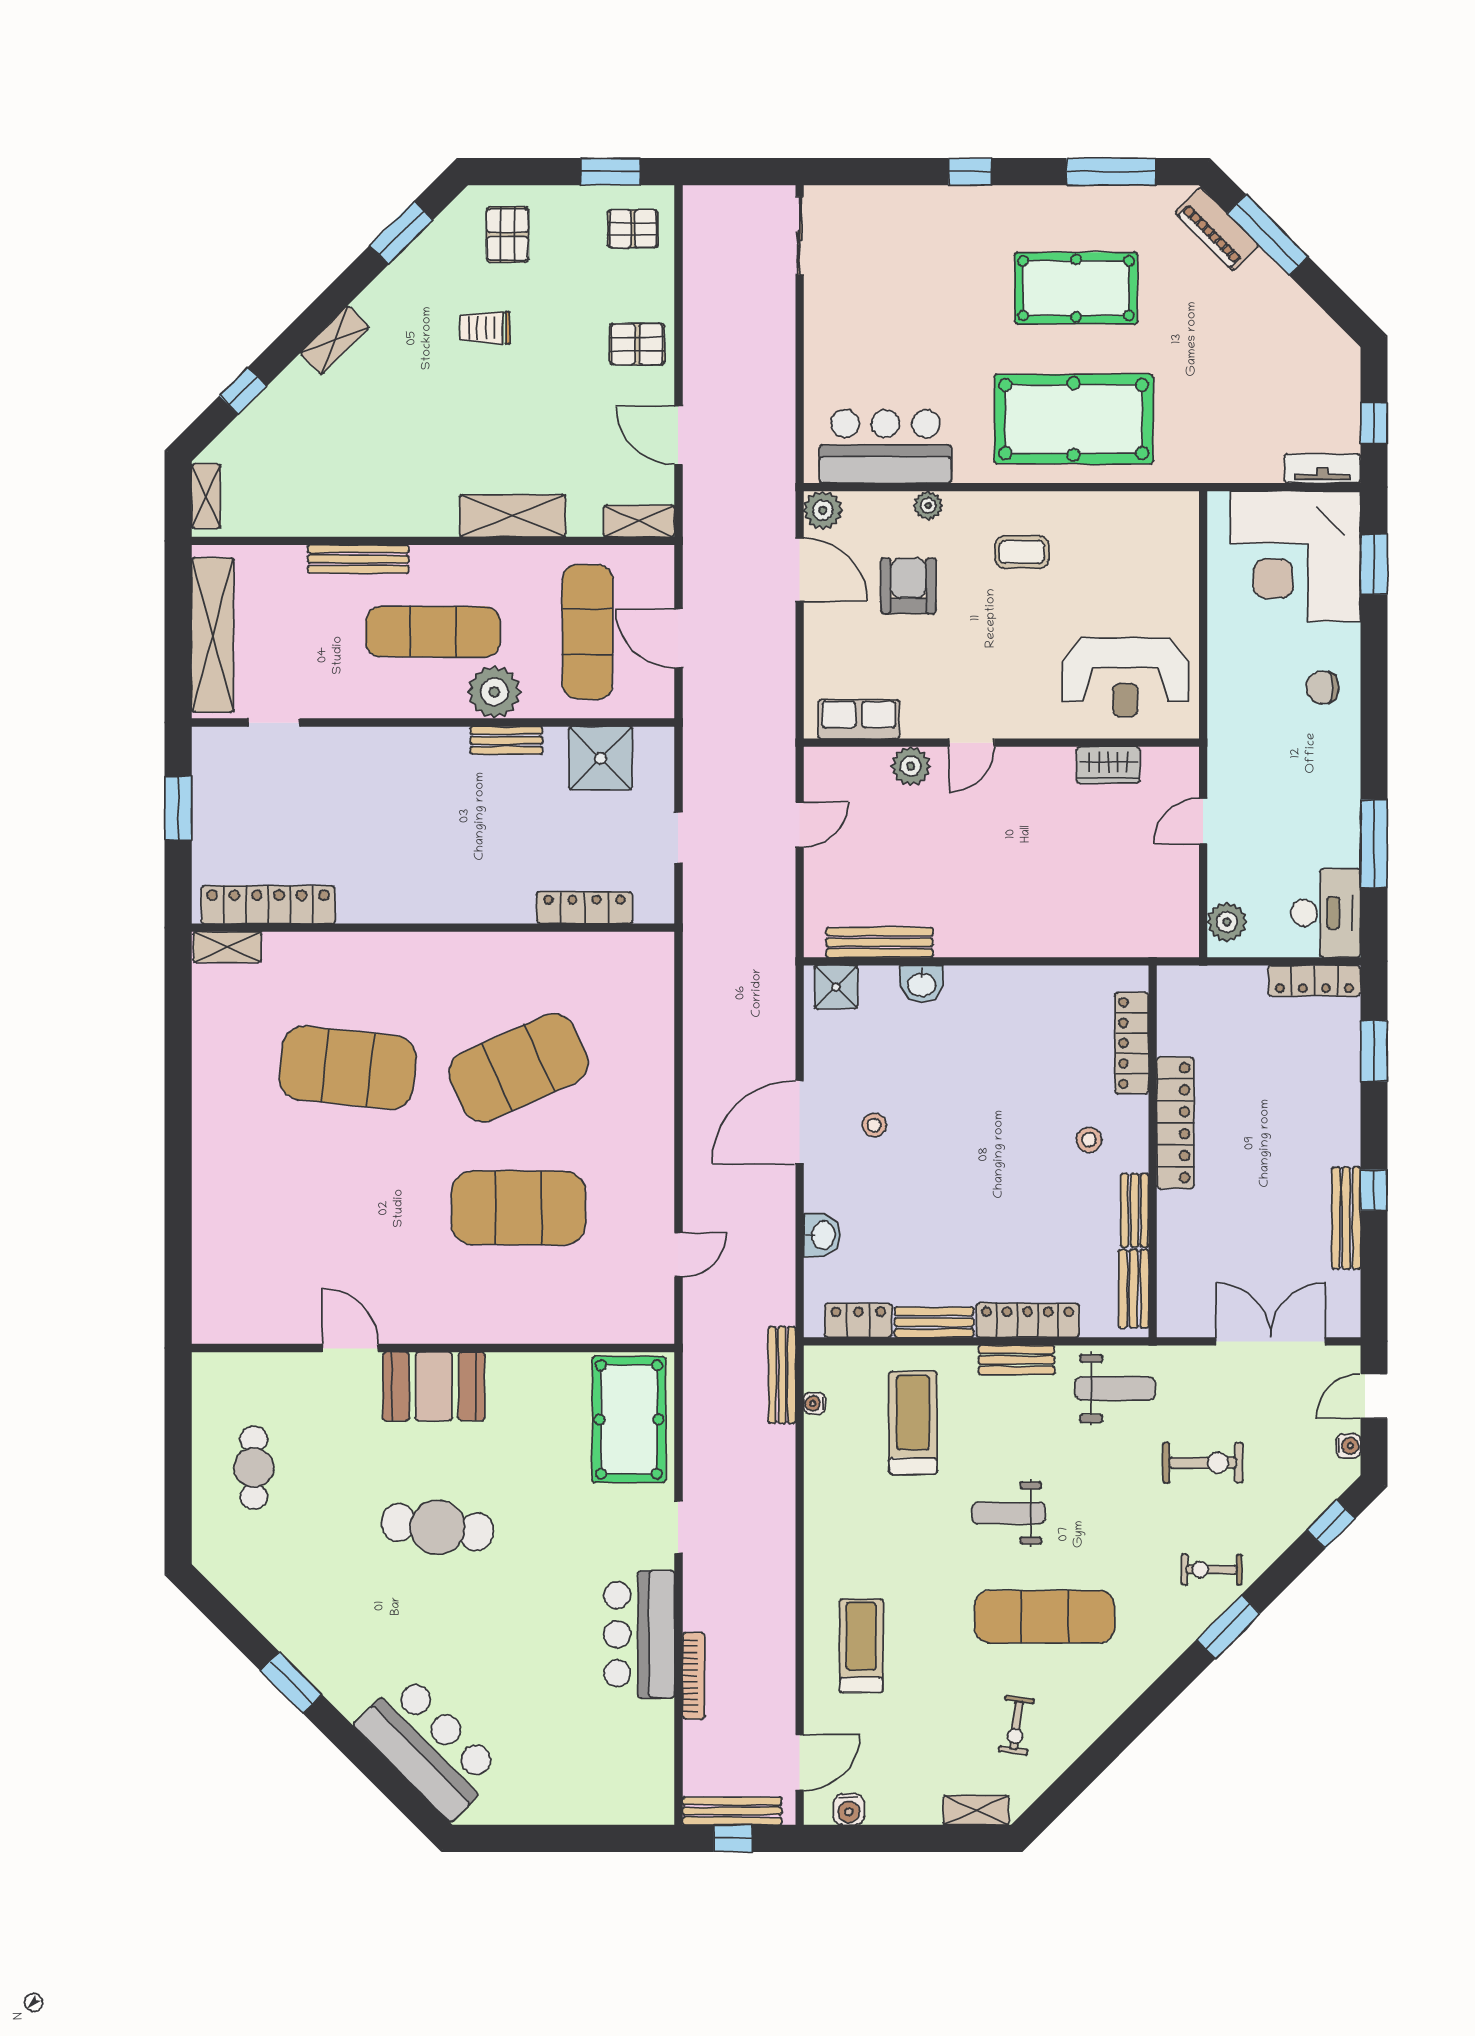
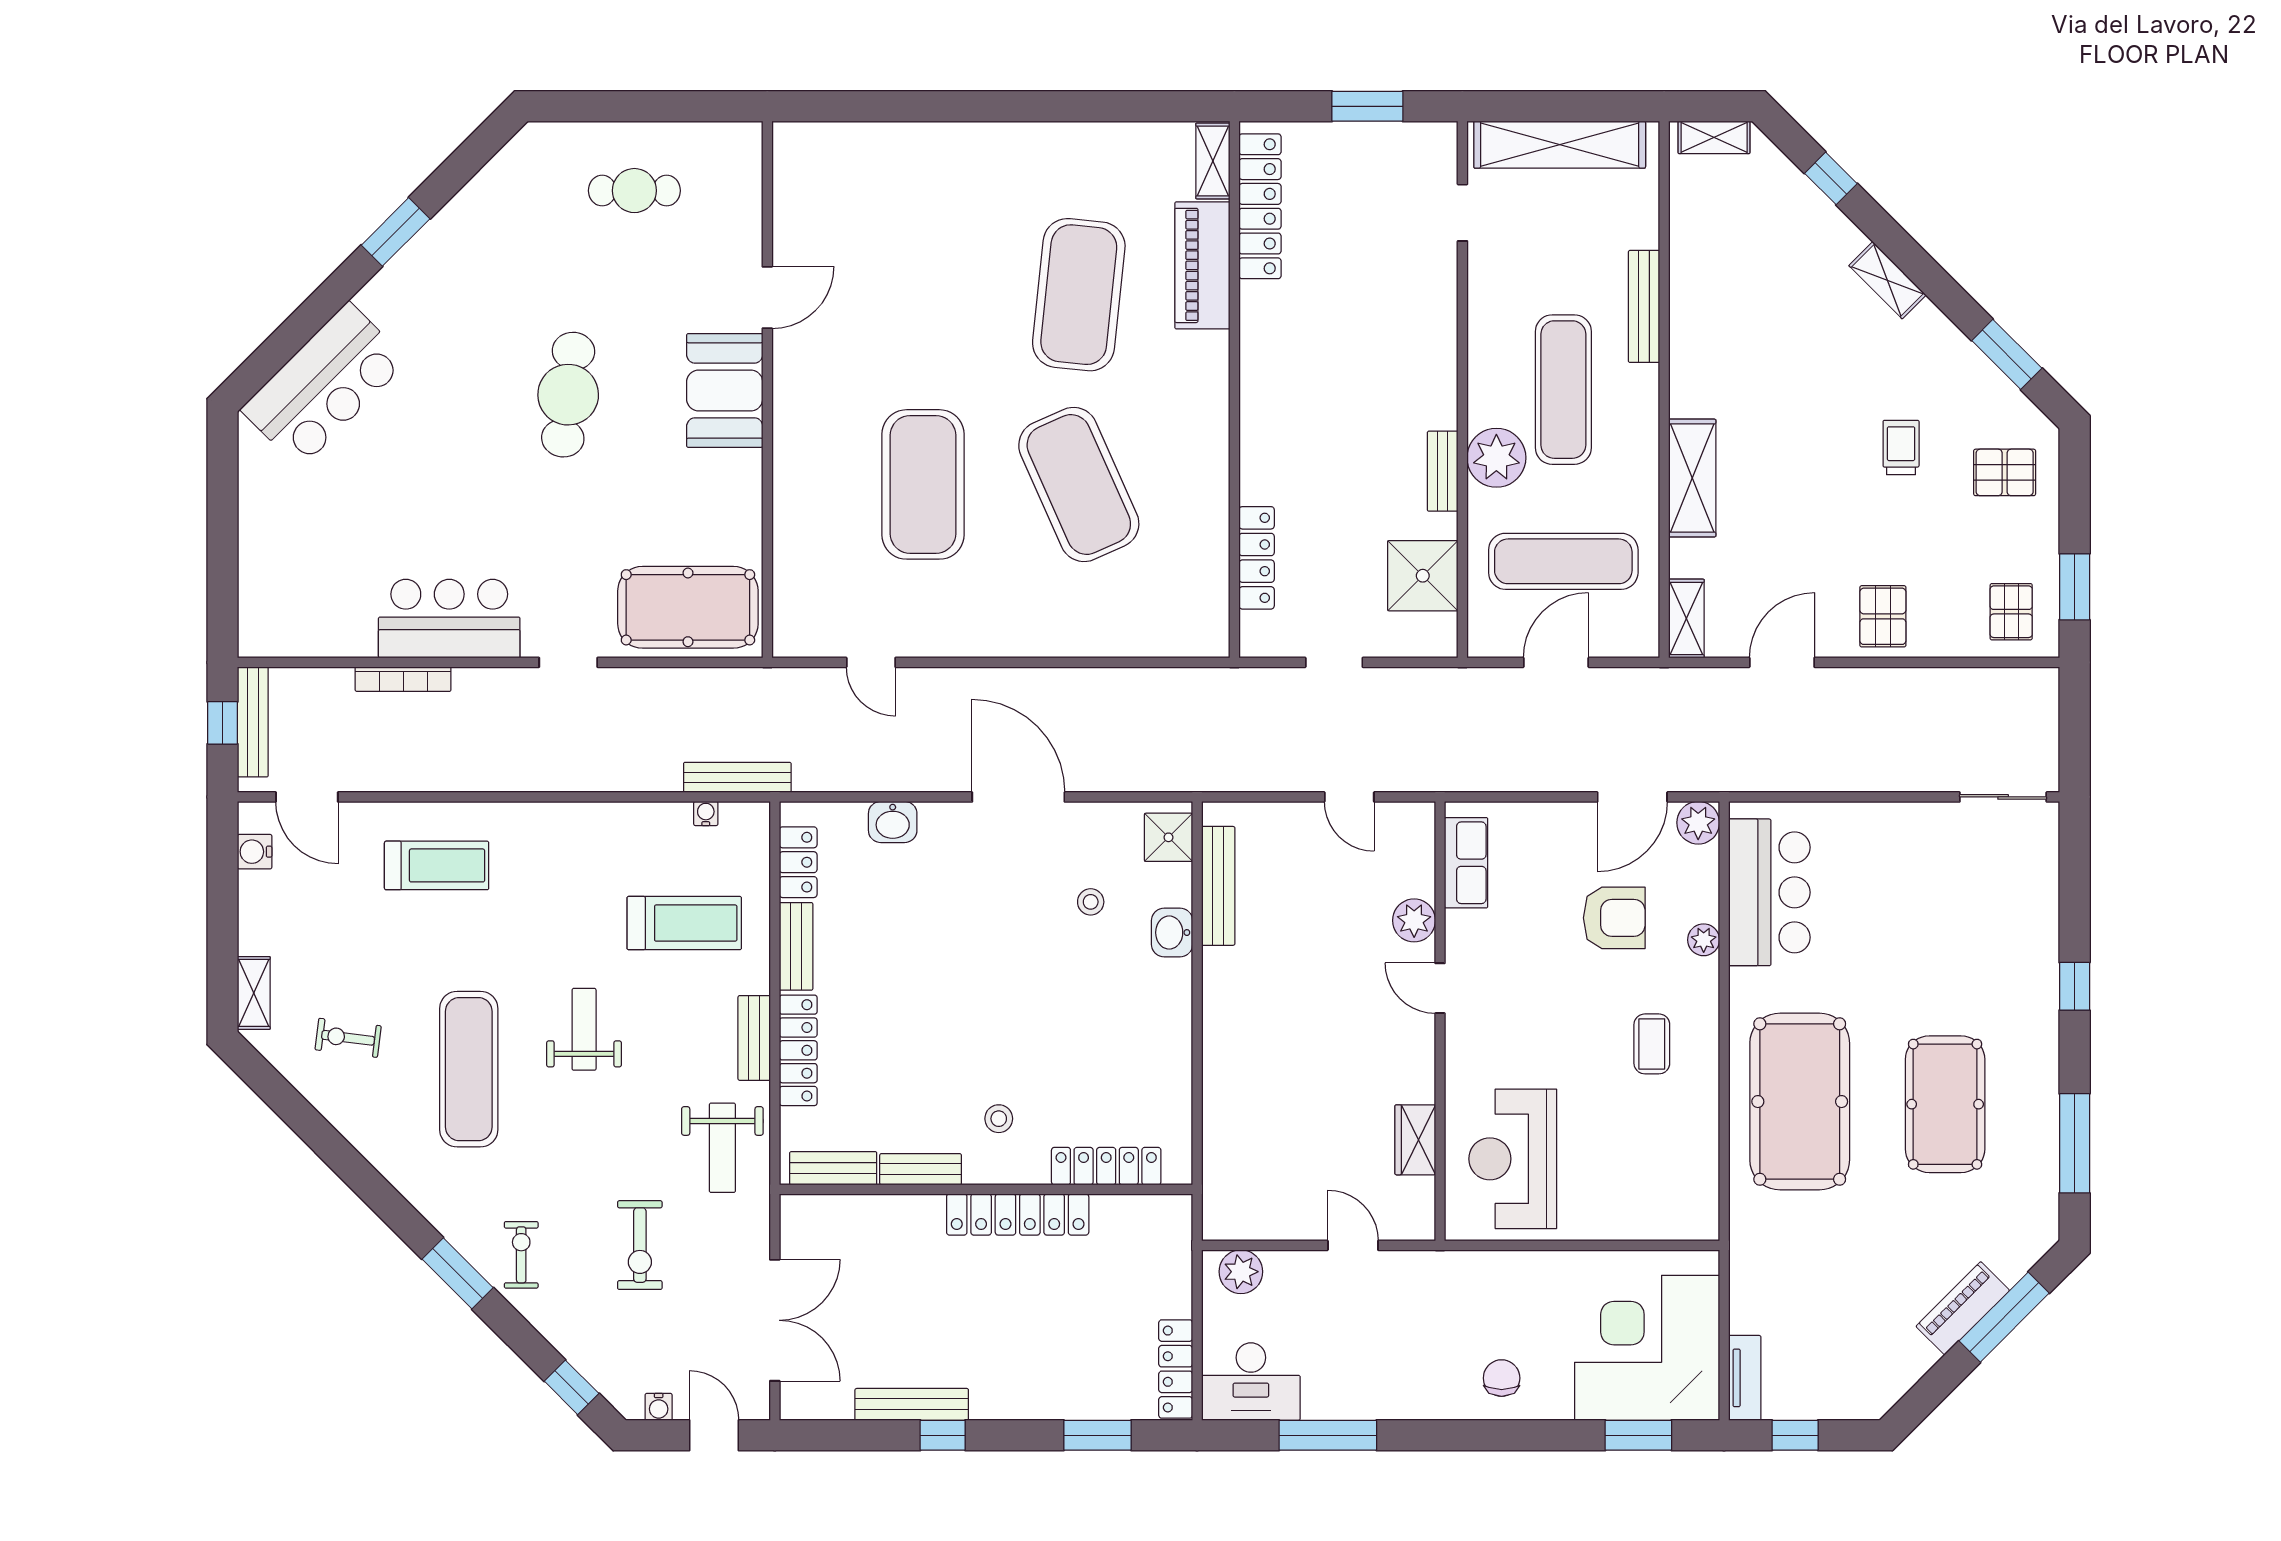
piano: (1217, 229) -> (1963, 1308), moved
piano: (321, 957) -> (1202, 265), added
stool: (874, 1125) -> (1091, 902), moved

